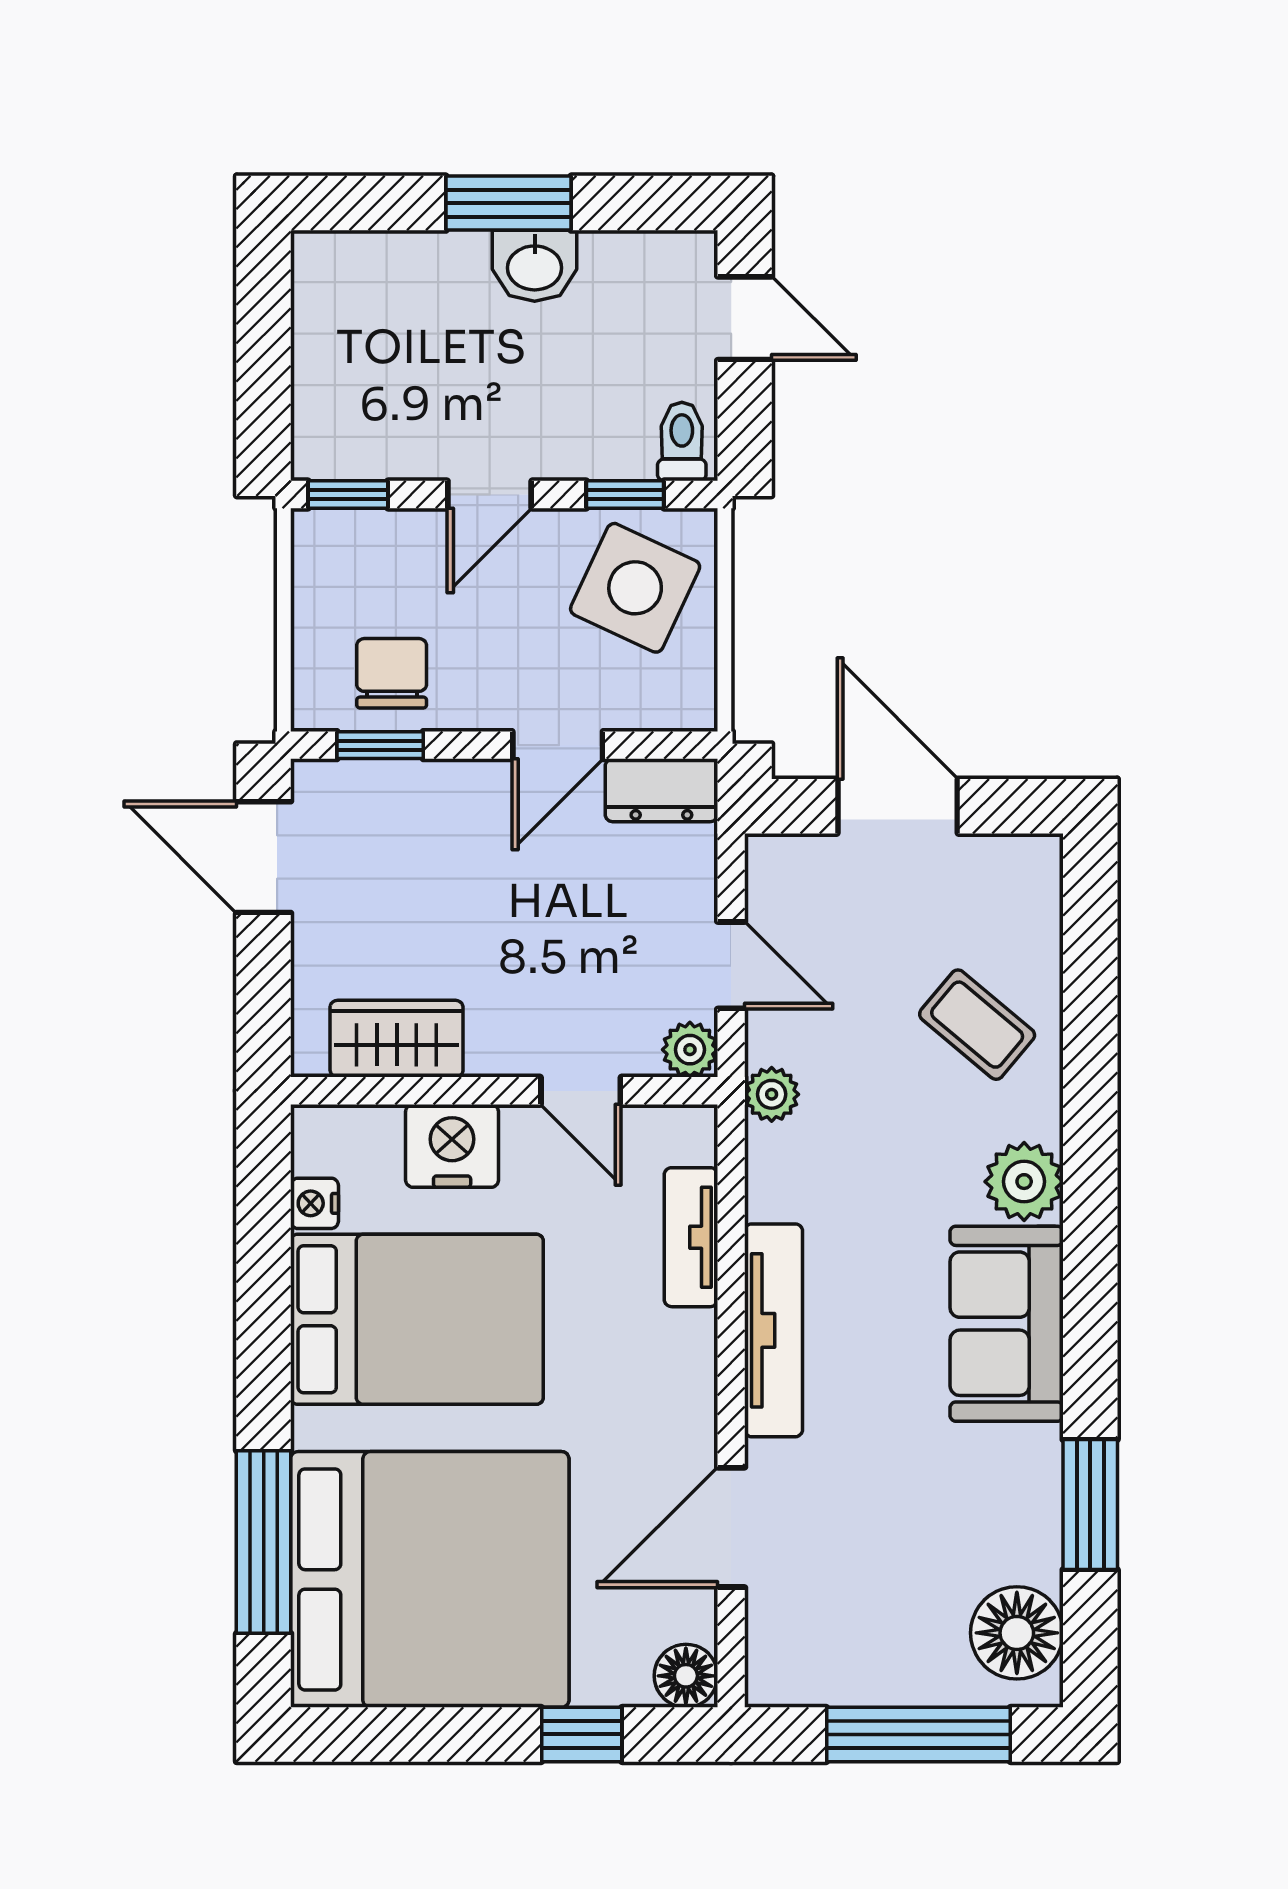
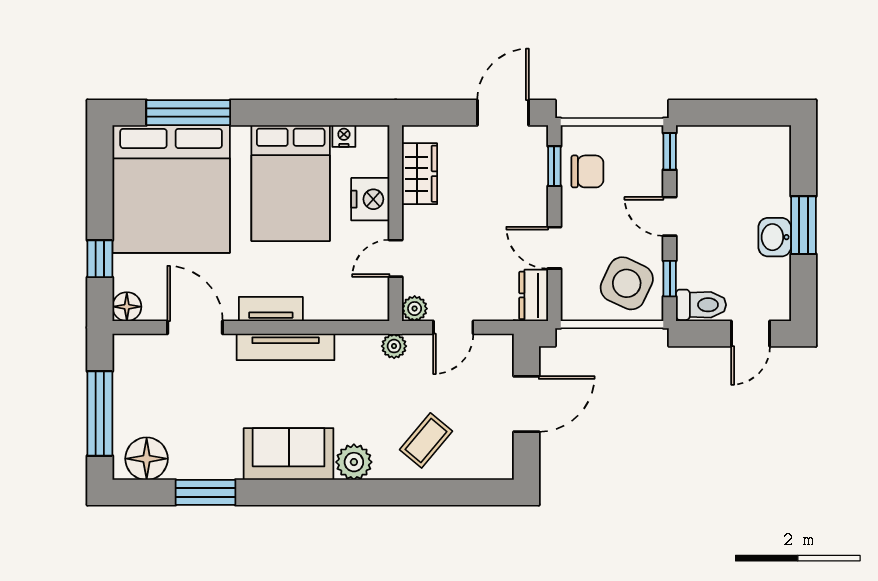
toilet: (682, 442) -> (701, 305), width x1.37, depth x1.39
tv unit: (691, 1237) -> (271, 309), moved

